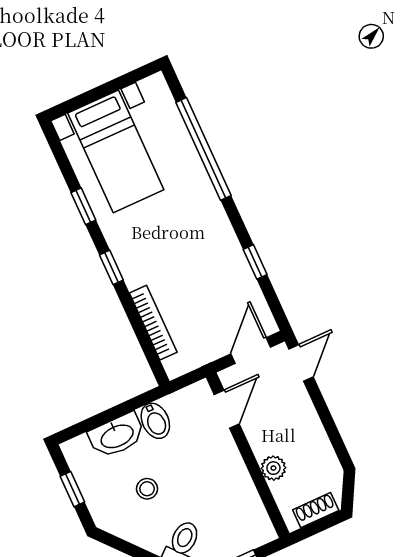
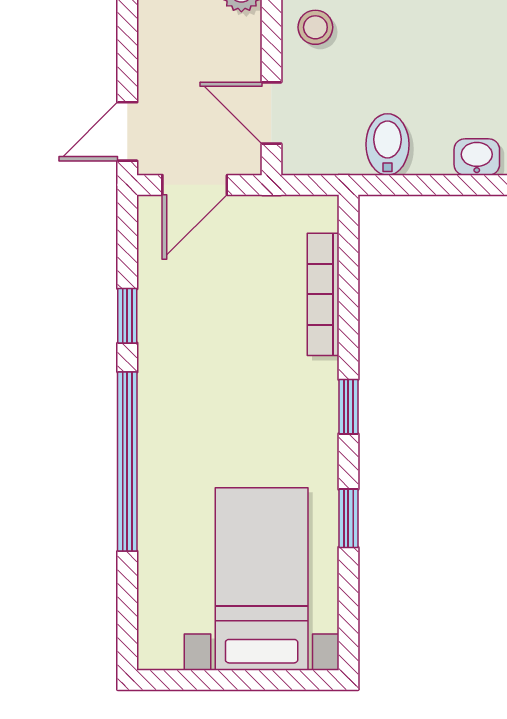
window: (204, 149) -> (127, 462), moved
door: (227, 409) -> (271, 113), hinge flipped
washbasin: (117, 436) -> (477, 157), width x0.52, depth x0.69
stool: (147, 489) -> (315, 27), moved

